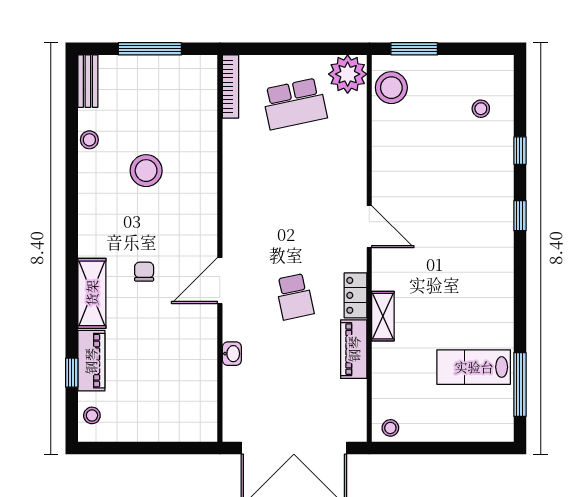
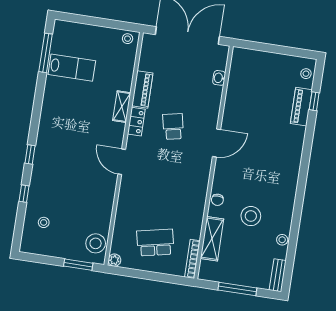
plant: (348, 74) -> (114, 260), width x0.53, depth x0.53
chair: (144, 272) -> (217, 200), moved
shelving: (92, 293) -> (212, 239), moved
washbasin: (232, 354) -> (219, 78), moved

